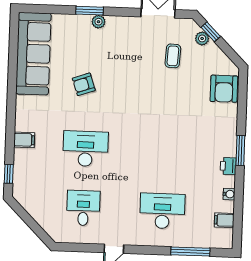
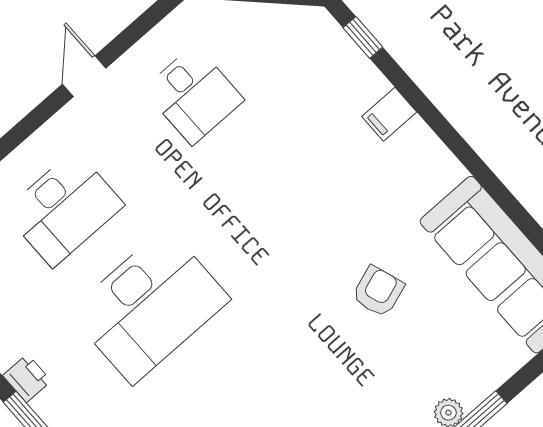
desk: (85, 149) -> (149, 306), moved, width x1.36, depth x1.30

